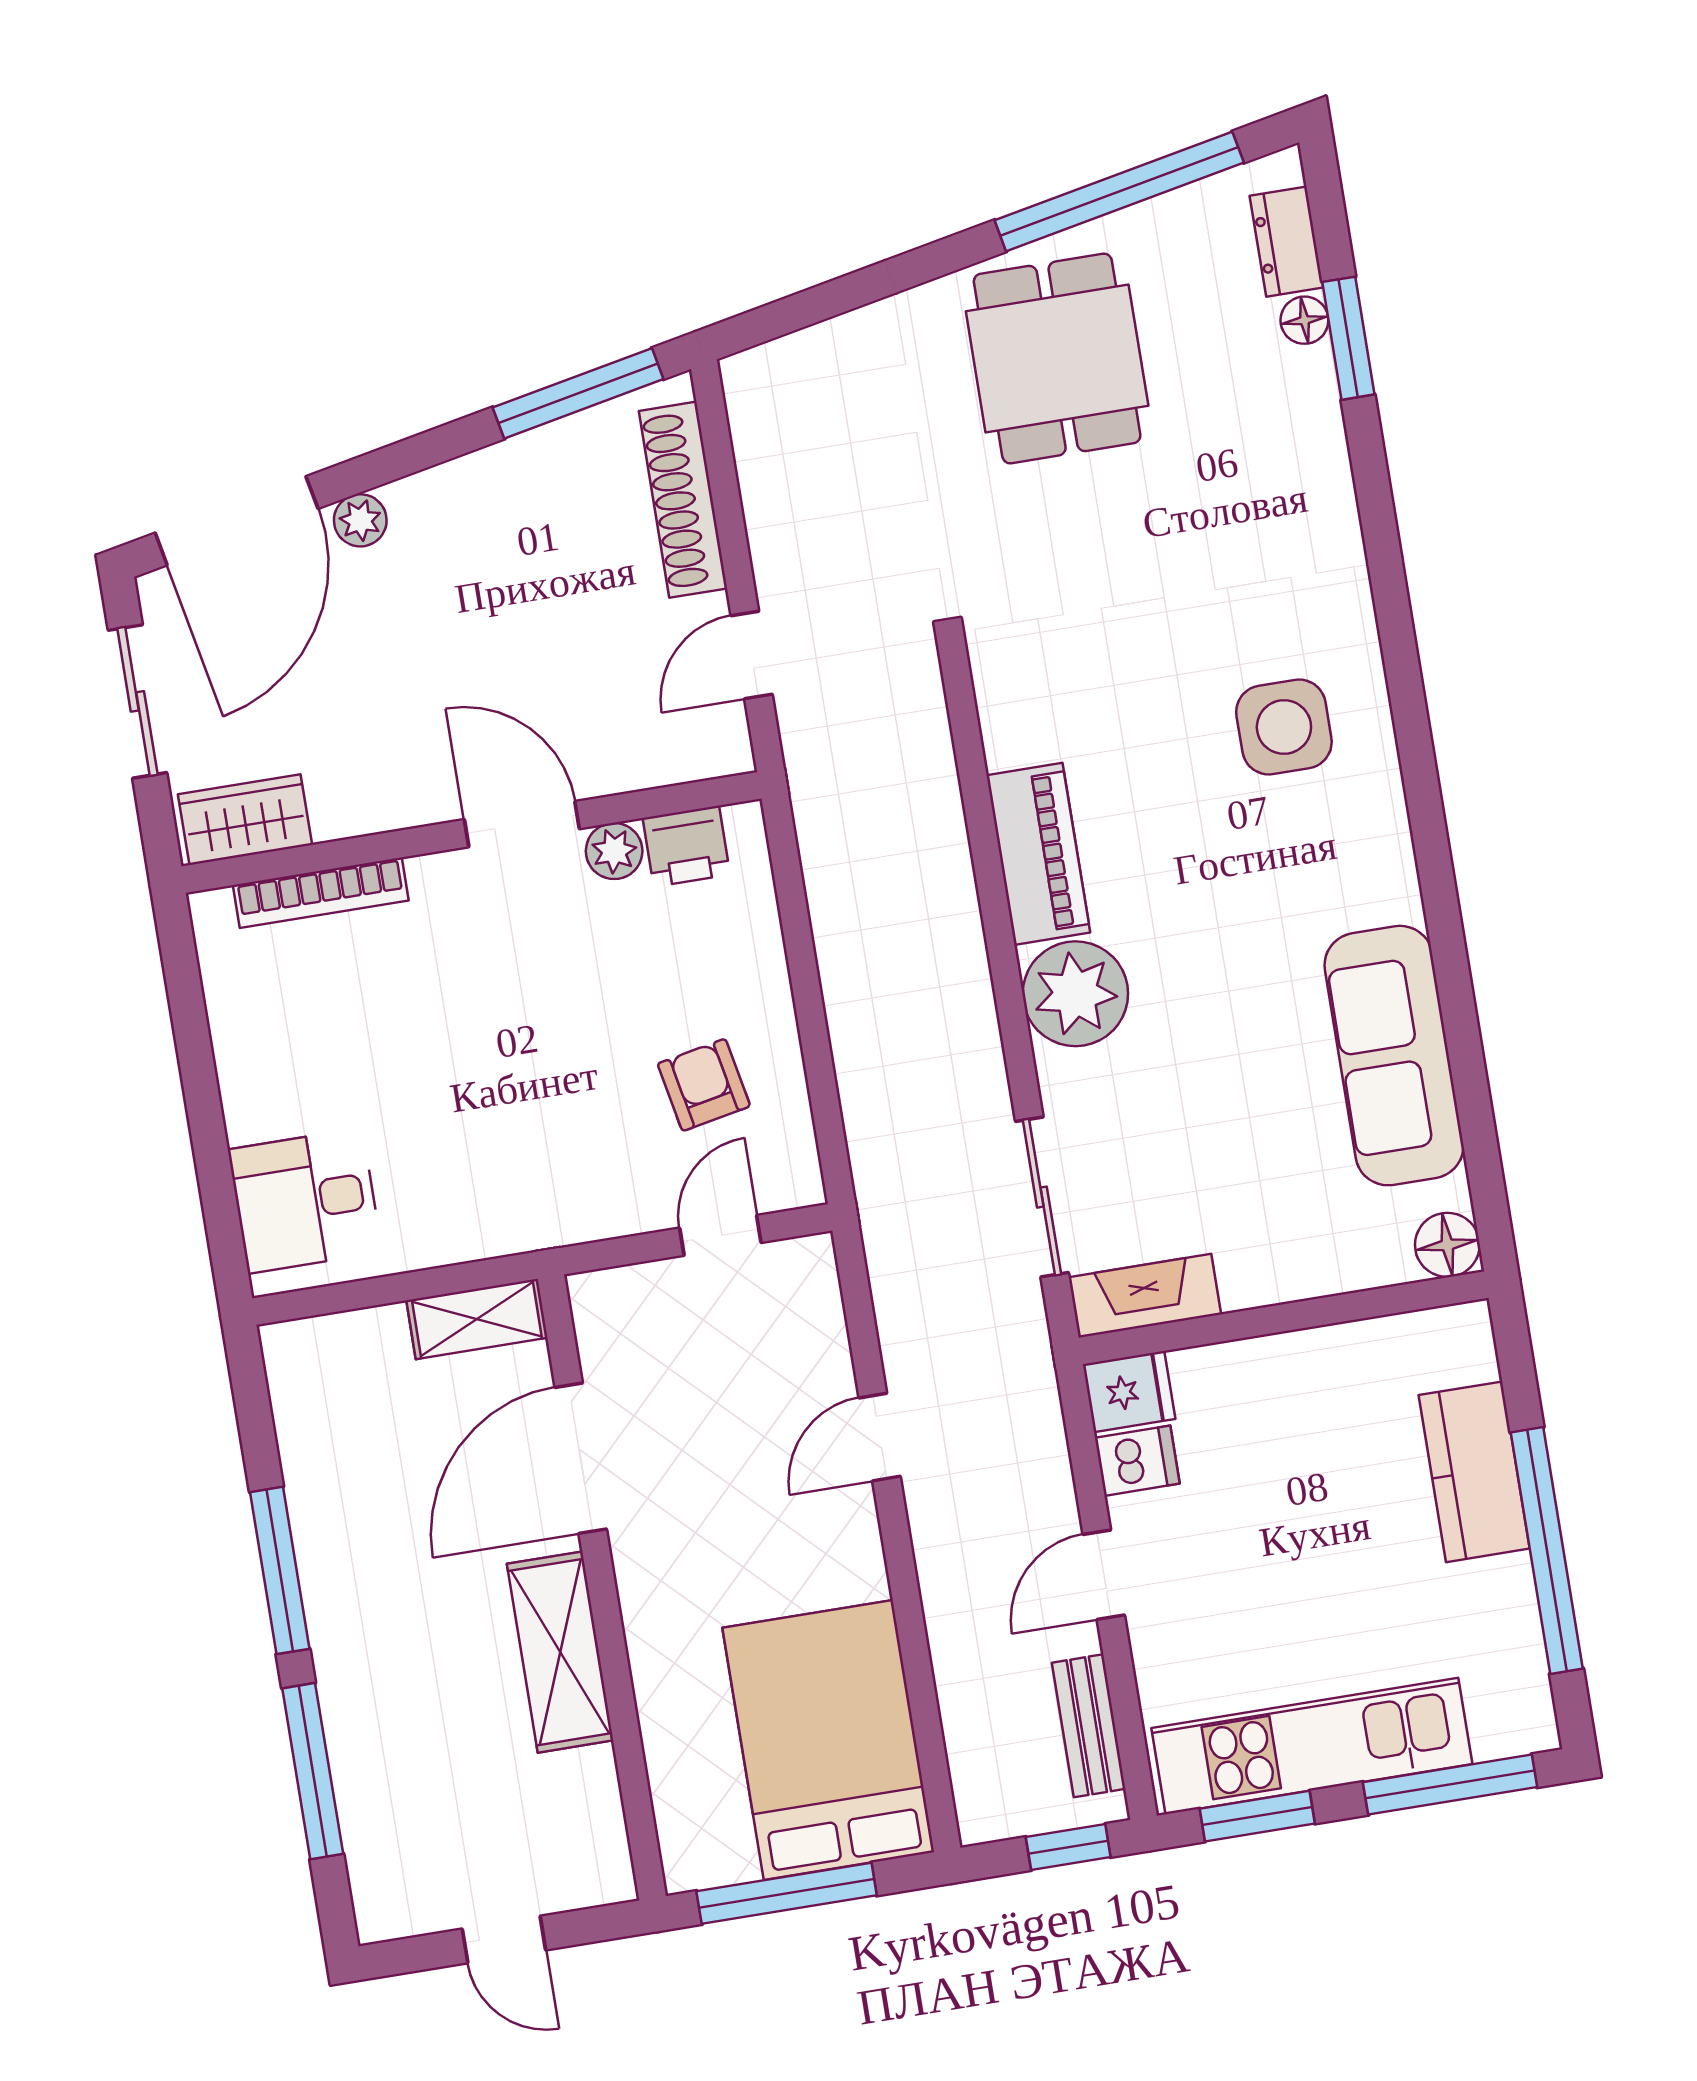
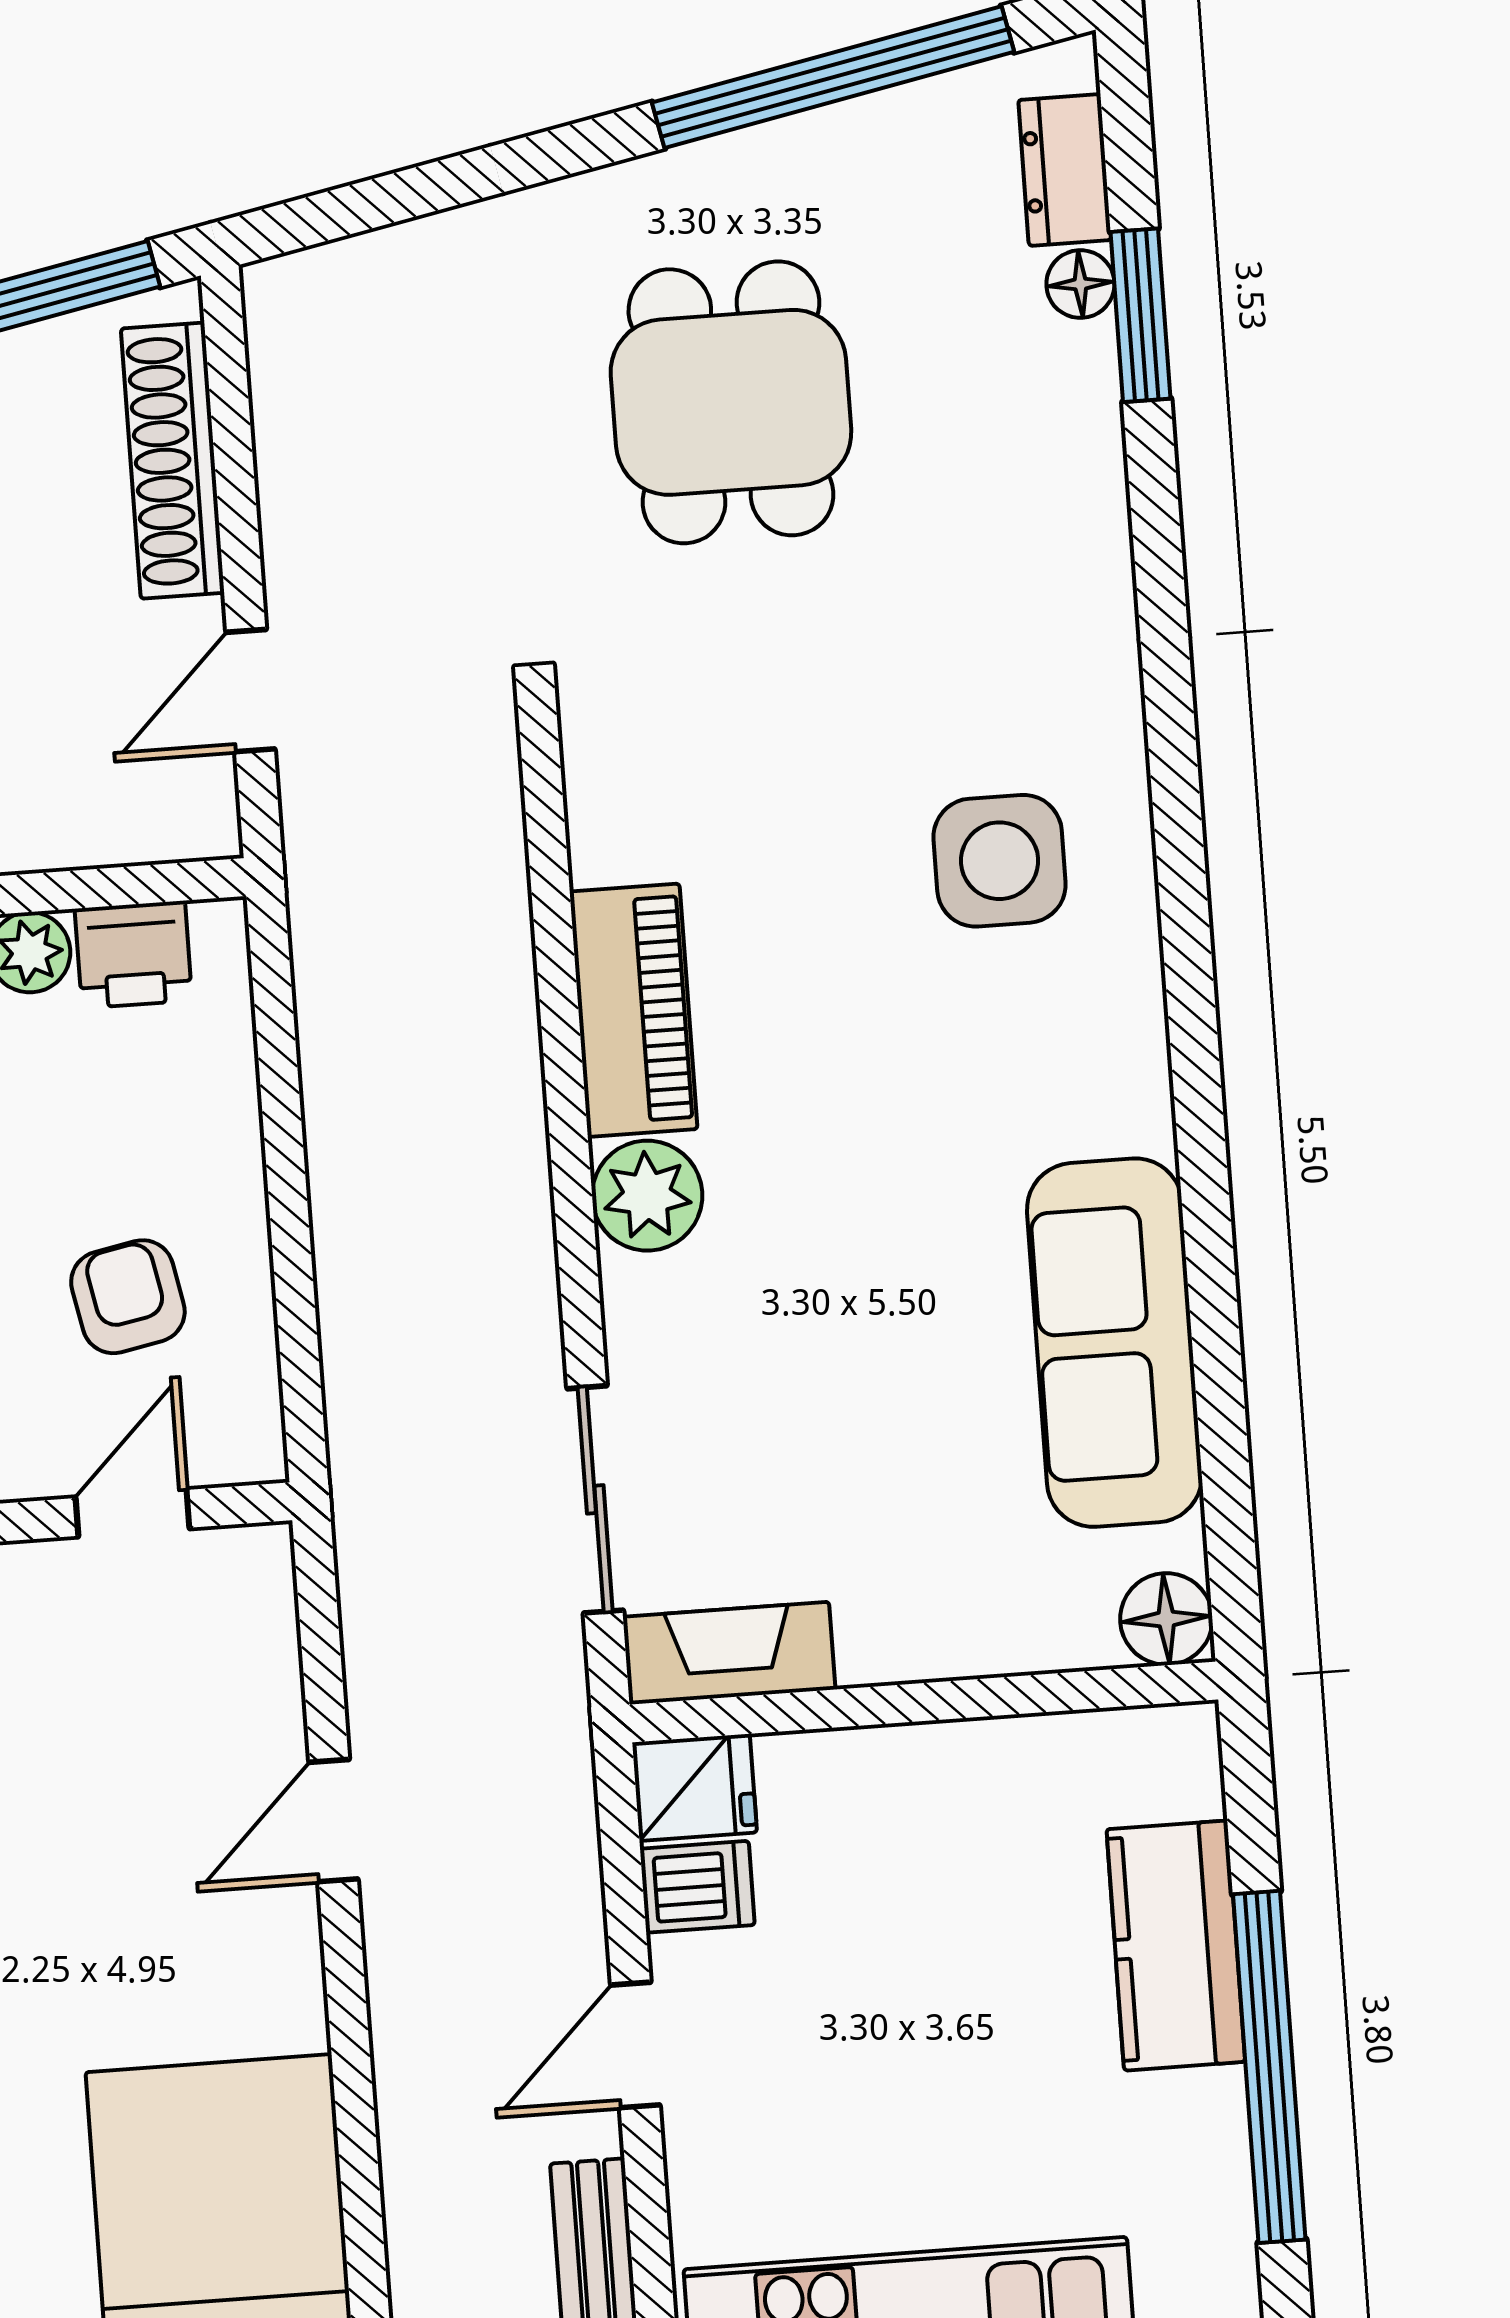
dining table: (1057, 359) -> (731, 402), moved
plant: (1075, 994) -> (647, 1196), width x0.73, depth x0.73

